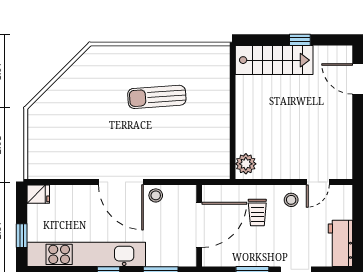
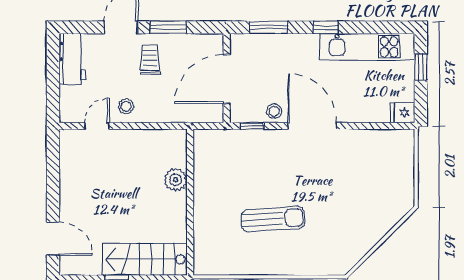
plant: (246, 164) -> (176, 180), moved
window: (176, 182) -> (252, 126), added
trolley: (257, 213) -> (150, 60), moved
kitchen unit: (86, 254) -> (367, 47), width x0.73

